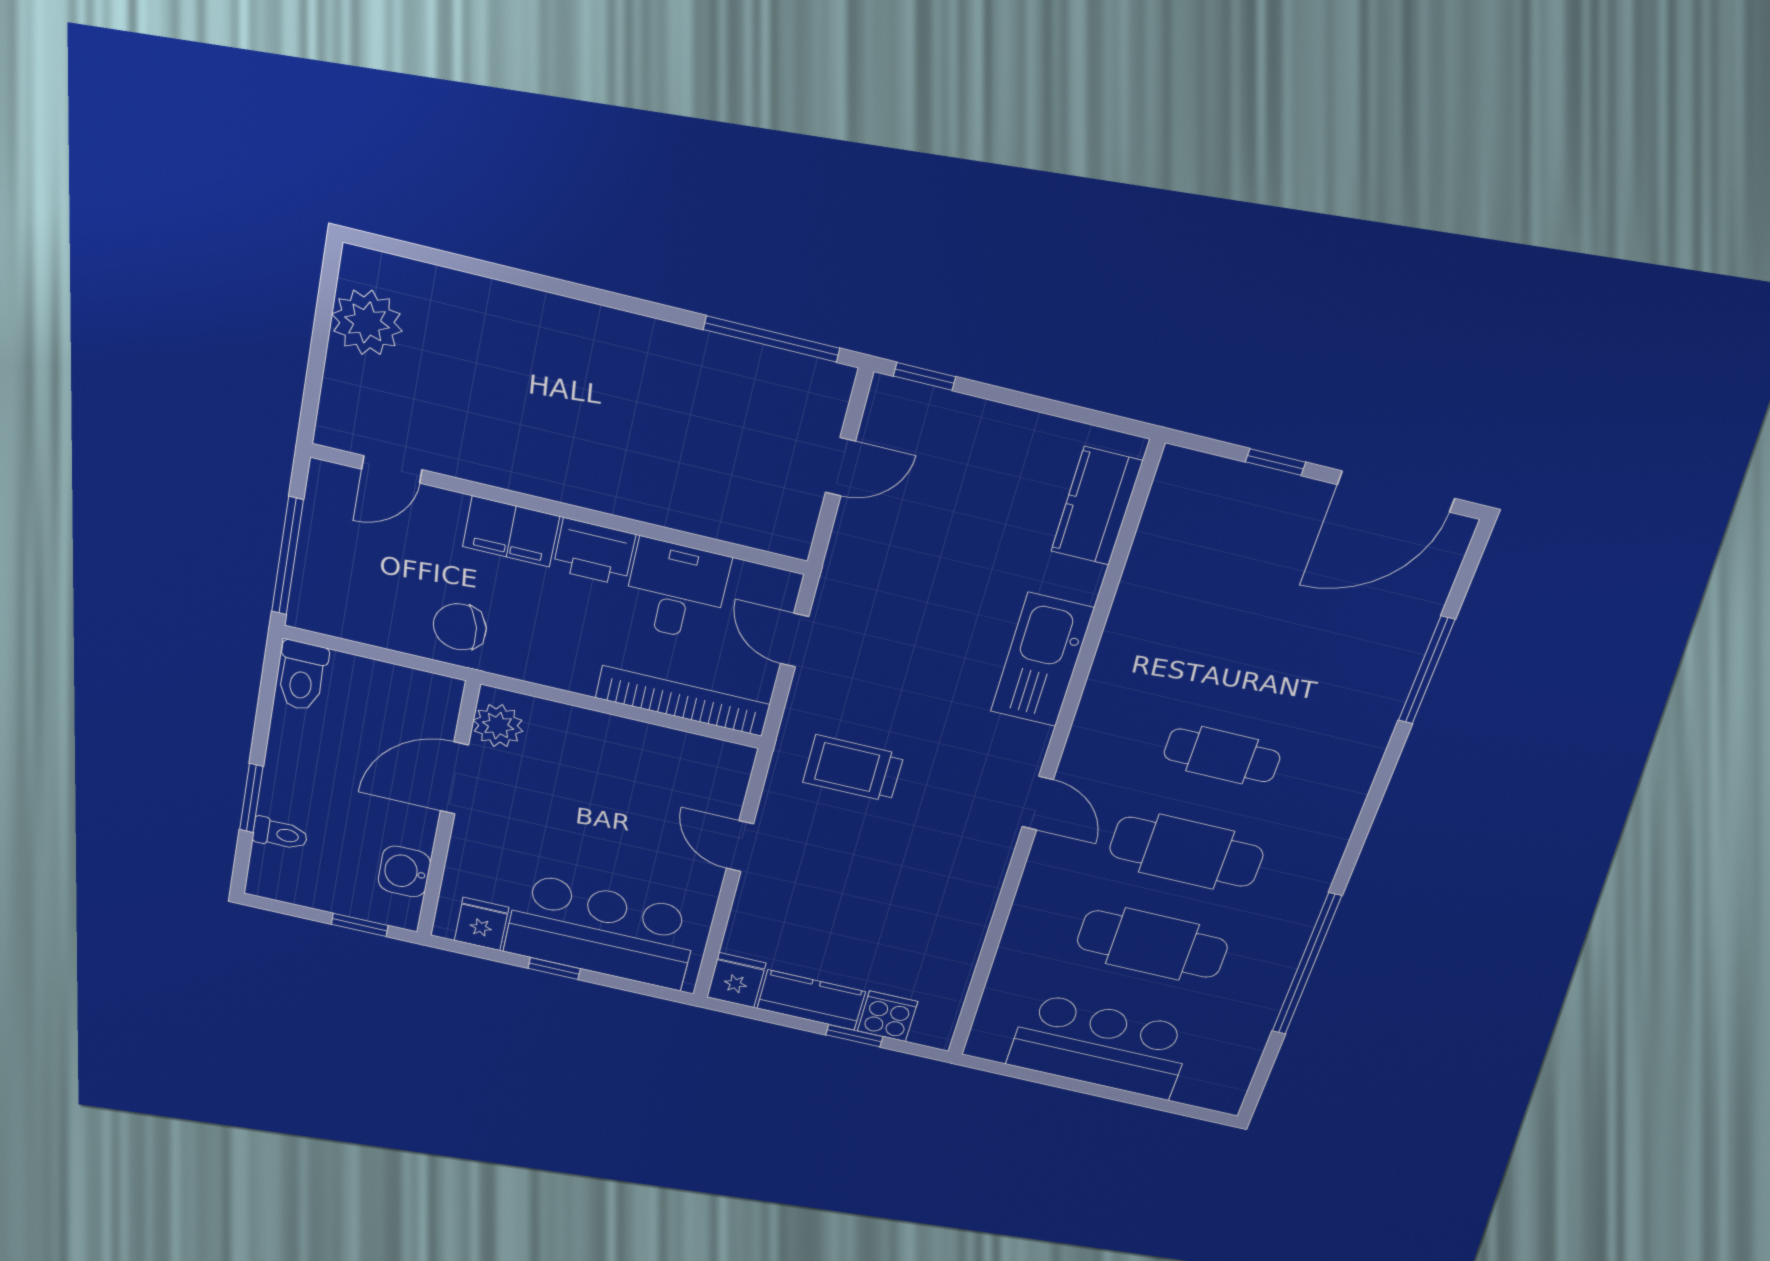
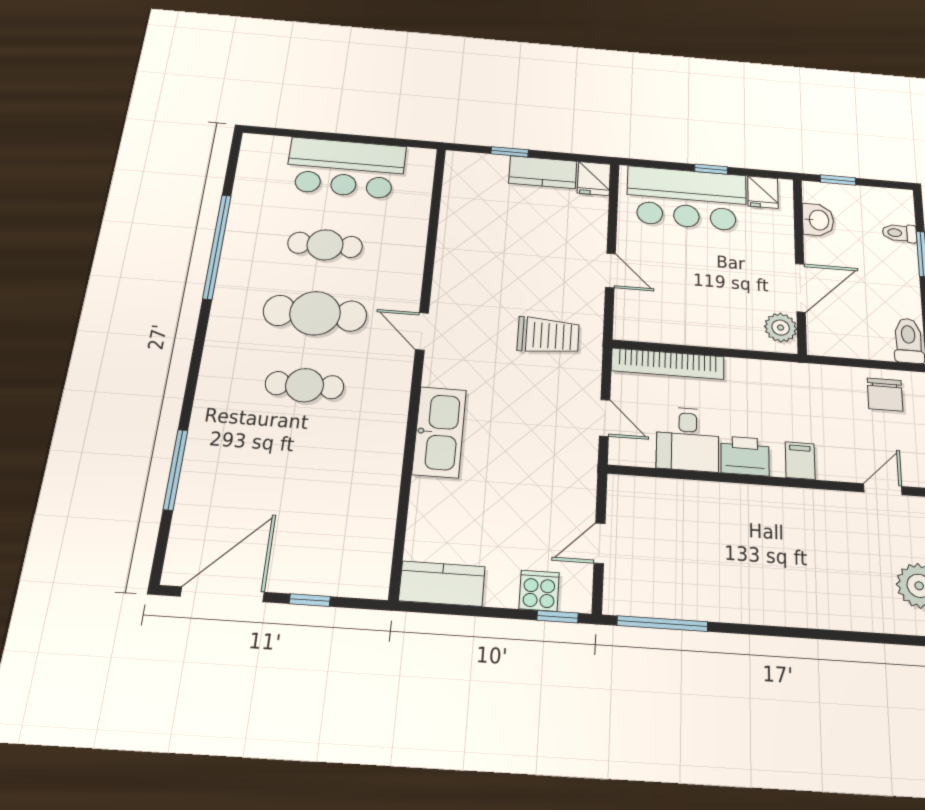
kitchen counter: (1097, 506) -> (442, 584), moved, turned -90
filing cabinet: (511, 531) -> (800, 461), width x0.50
chair: (460, 627) -> (885, 395), moved, turned 102
cafe table: (1152, 944) -> (325, 245), width x0.73, depth x0.74
cooker: (888, 1016) -> (539, 591), moved, turned 180

